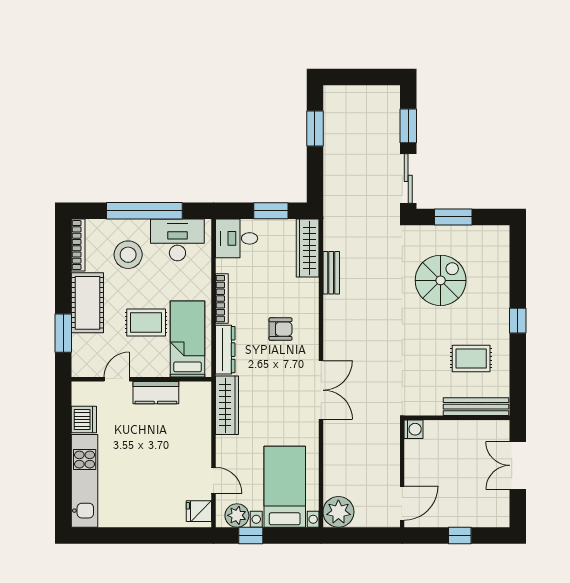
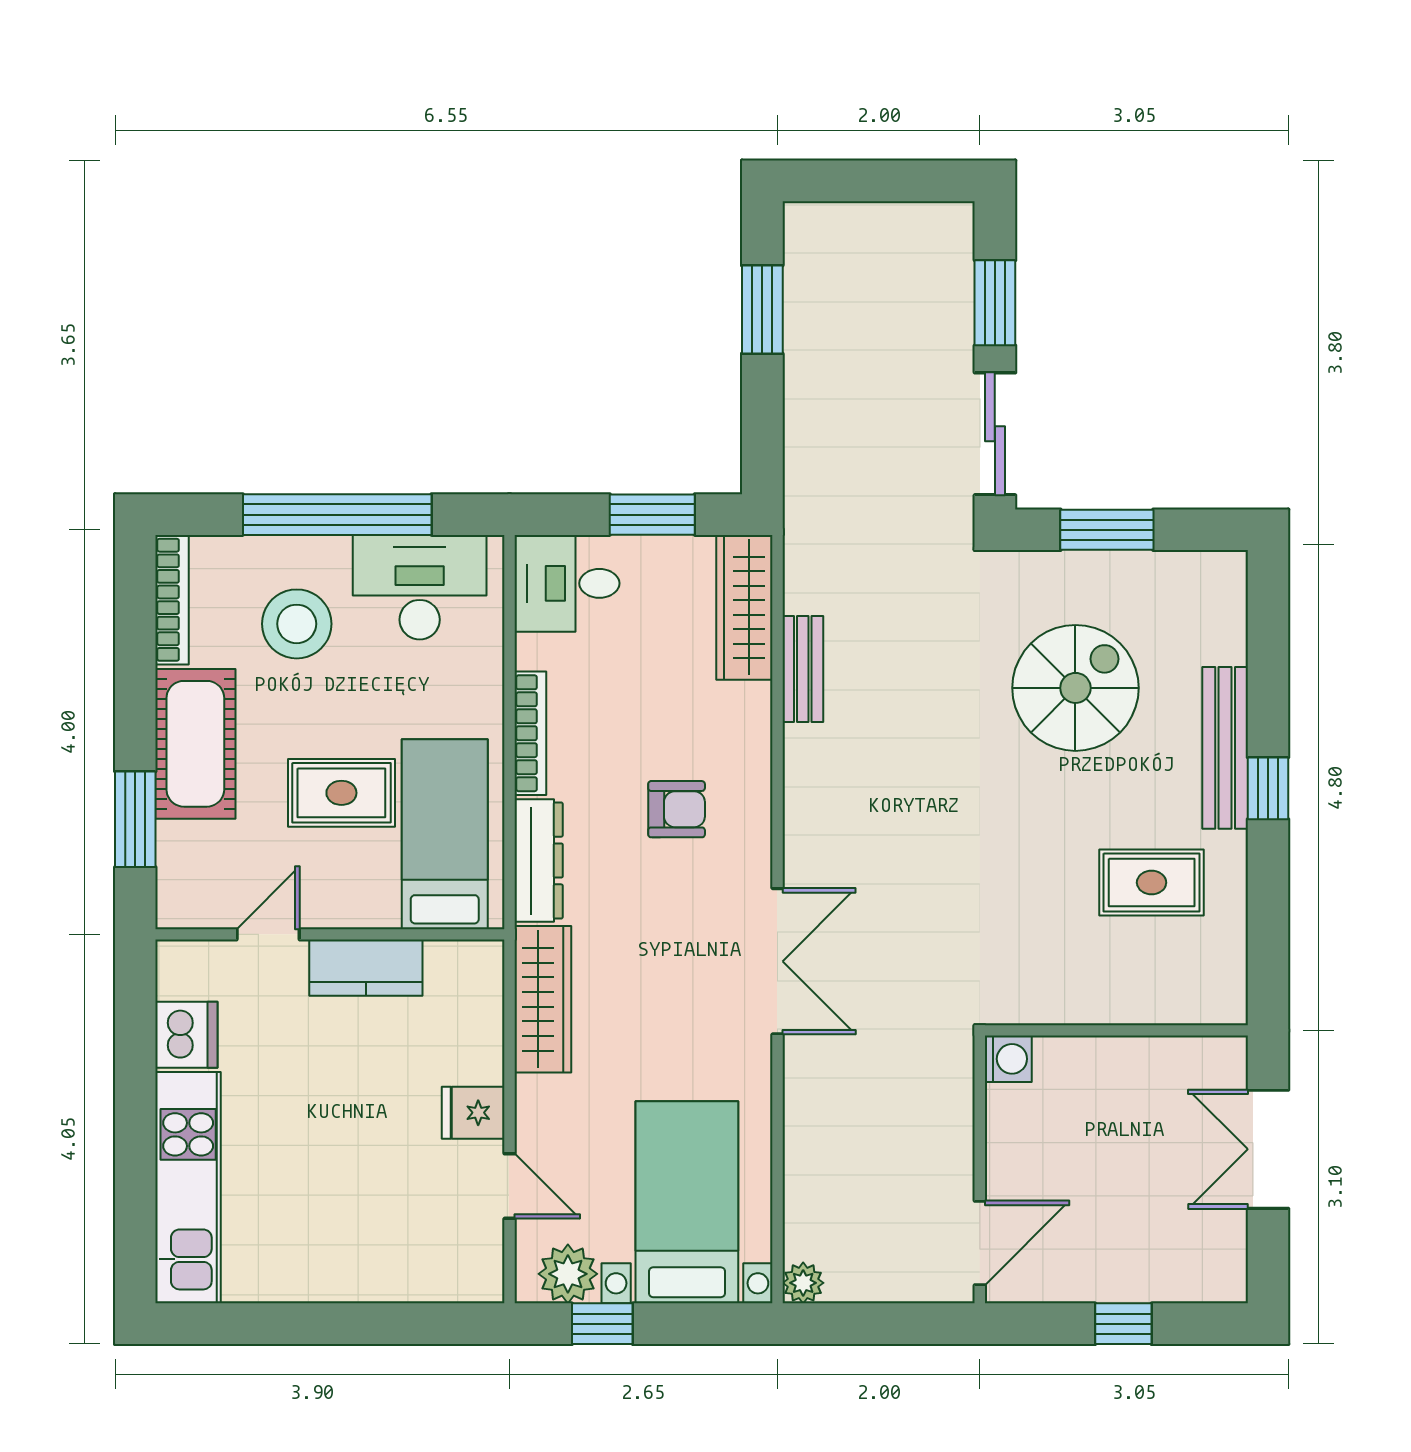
bench: (476, 407) -> (1225, 748), moved, turned 90
fridge: (199, 511) -> (473, 1113), moved
plant: (338, 512) -> (803, 1283), width x0.53, depth x0.53

